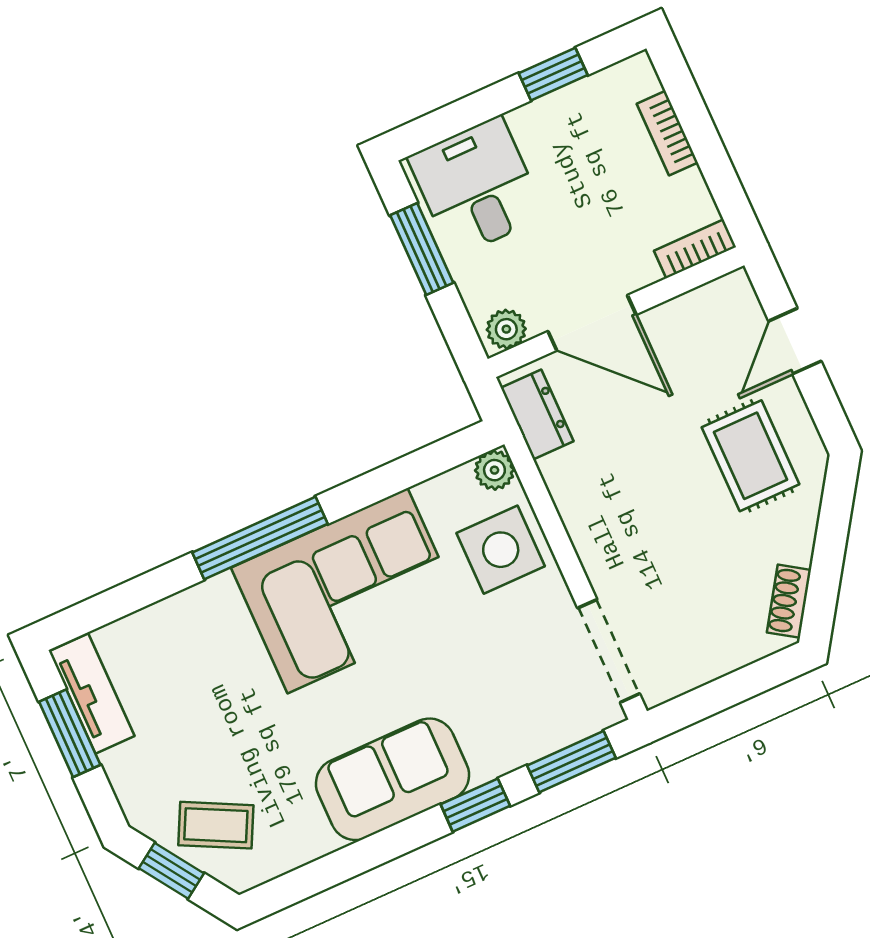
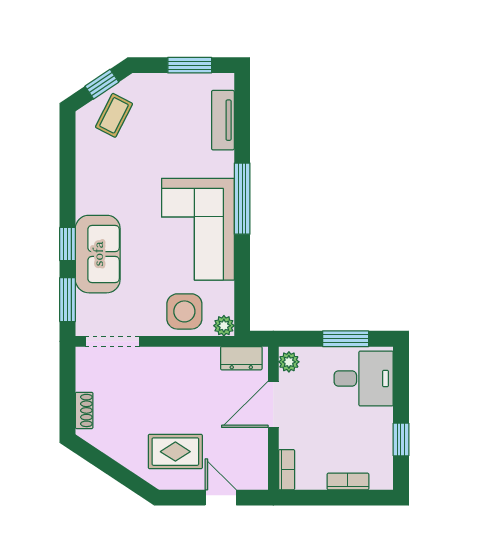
shoe rack: (789, 601) -> (84, 410), moved, turned 56
tv unit: (92, 694) -> (223, 120), moved, turned 90
sofa: (393, 779) -> (98, 254), moved

